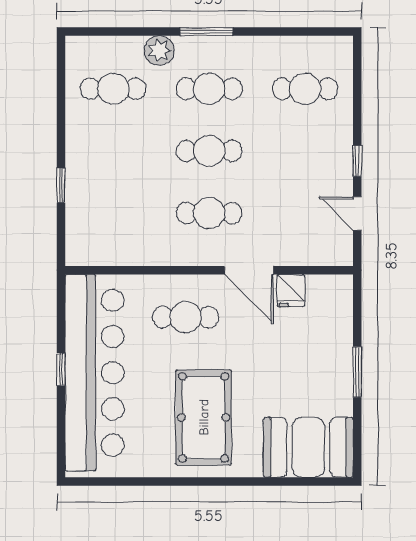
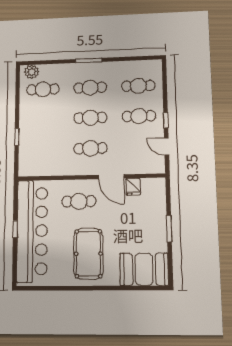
plant: (159, 51) -> (32, 72), moved
cafe table: (305, 151) -> (139, 116), added

